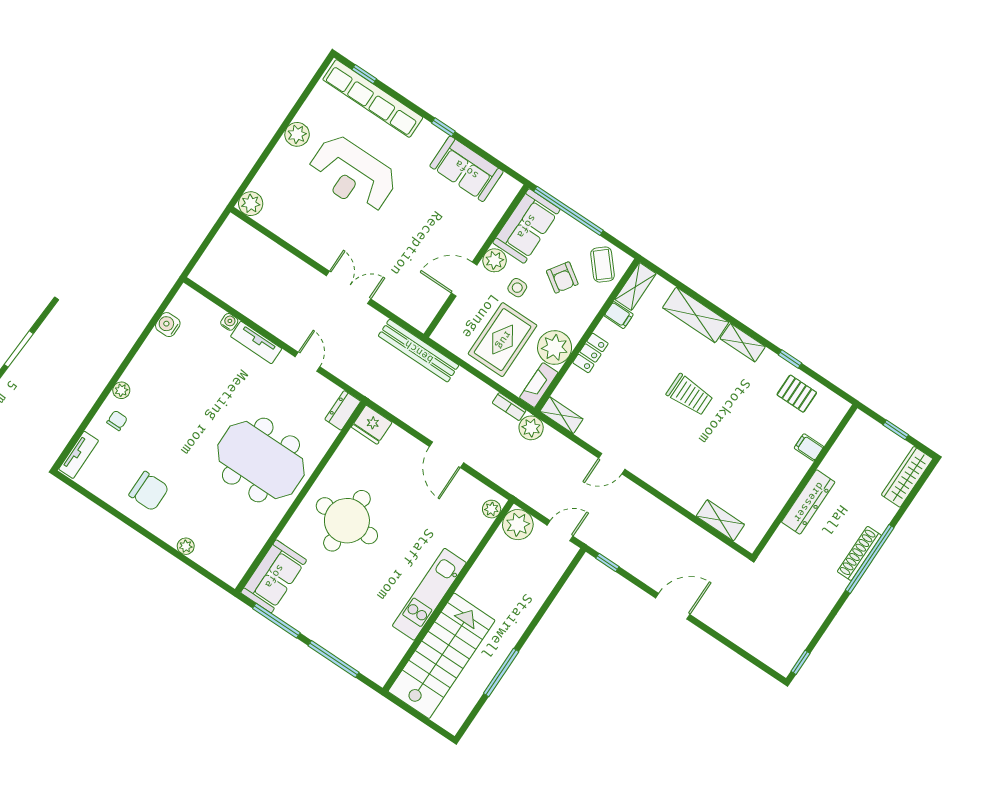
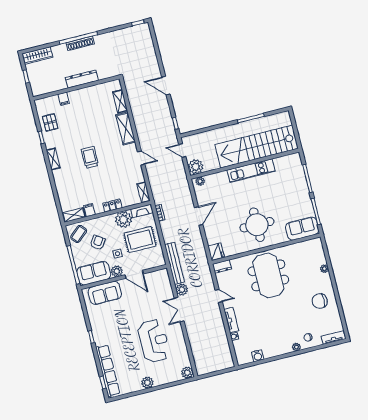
sofa: (467, 169) -> (105, 293), moved, turned 90
reception desk: (352, 174) -> (154, 341), moved
shelving: (696, 315) -> (126, 128), moved
door: (308, 362) -> (219, 296), swing flipped
plant: (531, 428) -> (182, 290), moved
chair: (149, 491) -> (320, 301), turned -90
stairs: (442, 656) -> (257, 147), width x1.36

